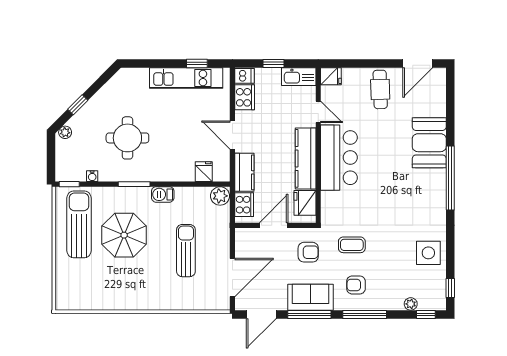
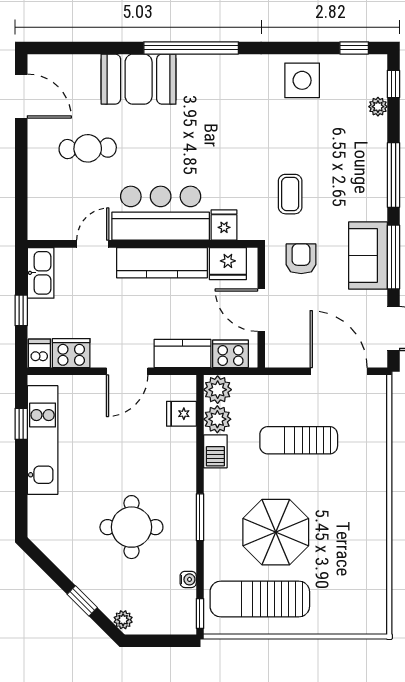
fridge: (331, 76) -> (224, 225), moved
cafe table: (380, 89) -> (88, 148), moved
barbecue: (163, 194) -> (215, 451), moved
plant: (200, 196) -> (217, 419), added
armchair: (356, 285) -> (350, 188), removed

